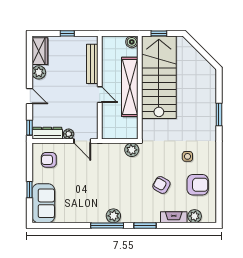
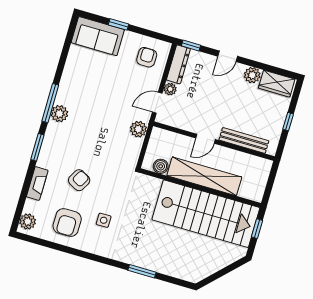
boiler: (132, 42) -> (161, 166), moved
plant: (132, 150) -> (138, 129), moved
plant: (195, 216) -> (28, 221), moved

